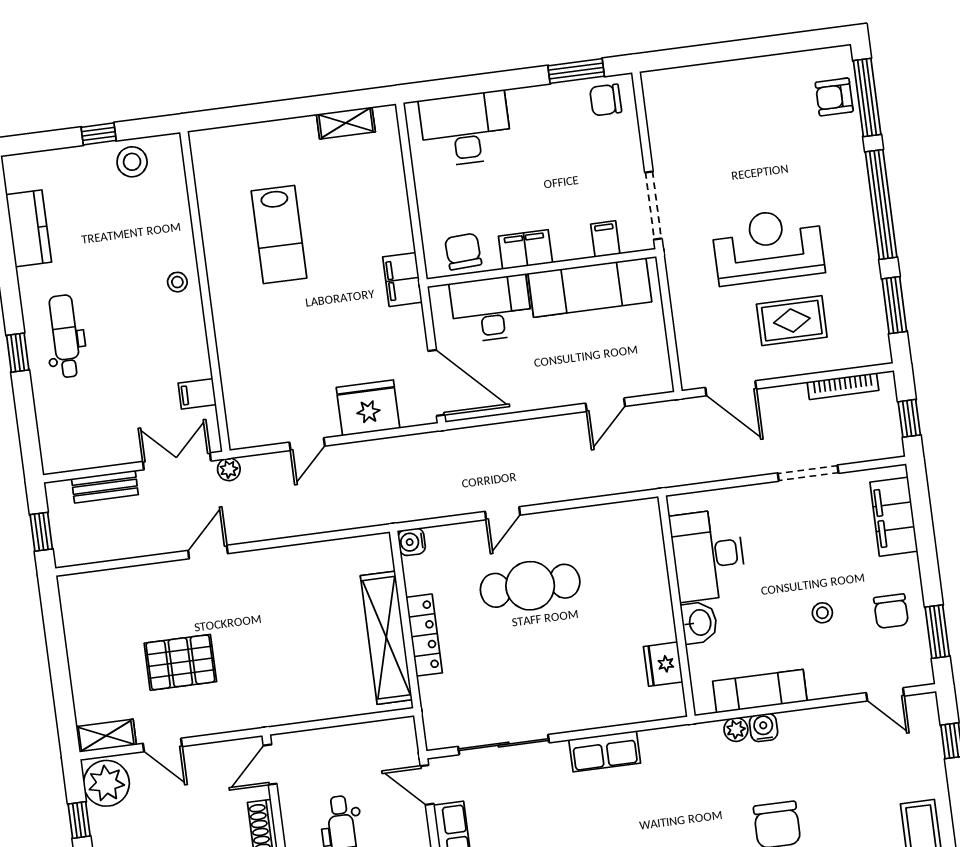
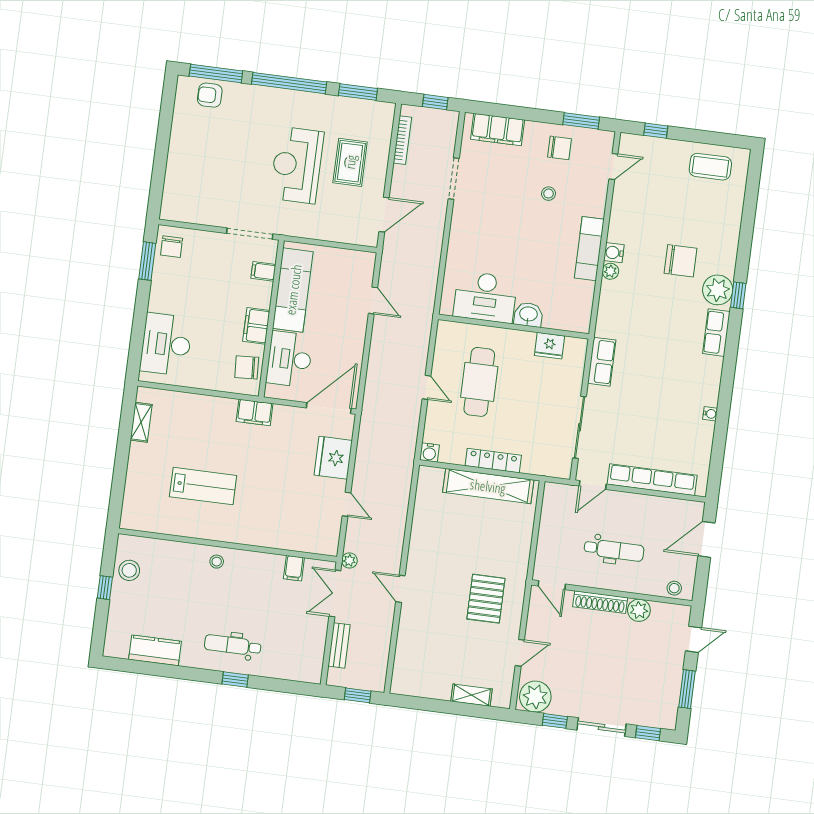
armchair: (834, 97) -> (210, 95), turned 90
desk: (708, 555) -> (485, 297), moved
wall: (676, 606) -> (514, 327), moved
washbasin: (699, 623) -> (528, 315), moved
pallet: (180, 662) -> (486, 599), moved
fridge: (663, 664) -> (550, 346), moved
shelving: (106, 736) -> (472, 695), moved, turned 90

